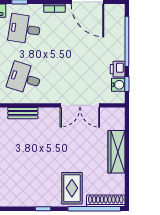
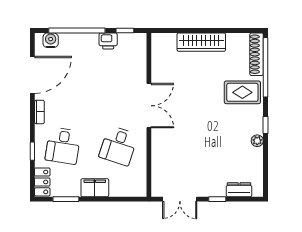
water cooler: (118, 85) -> (51, 40), moved
double door: (80, 105) -> (149, 106), moved
bench: (23, 113) -> (158, 148), removed
plant: (29, 201) -> (257, 141), added

